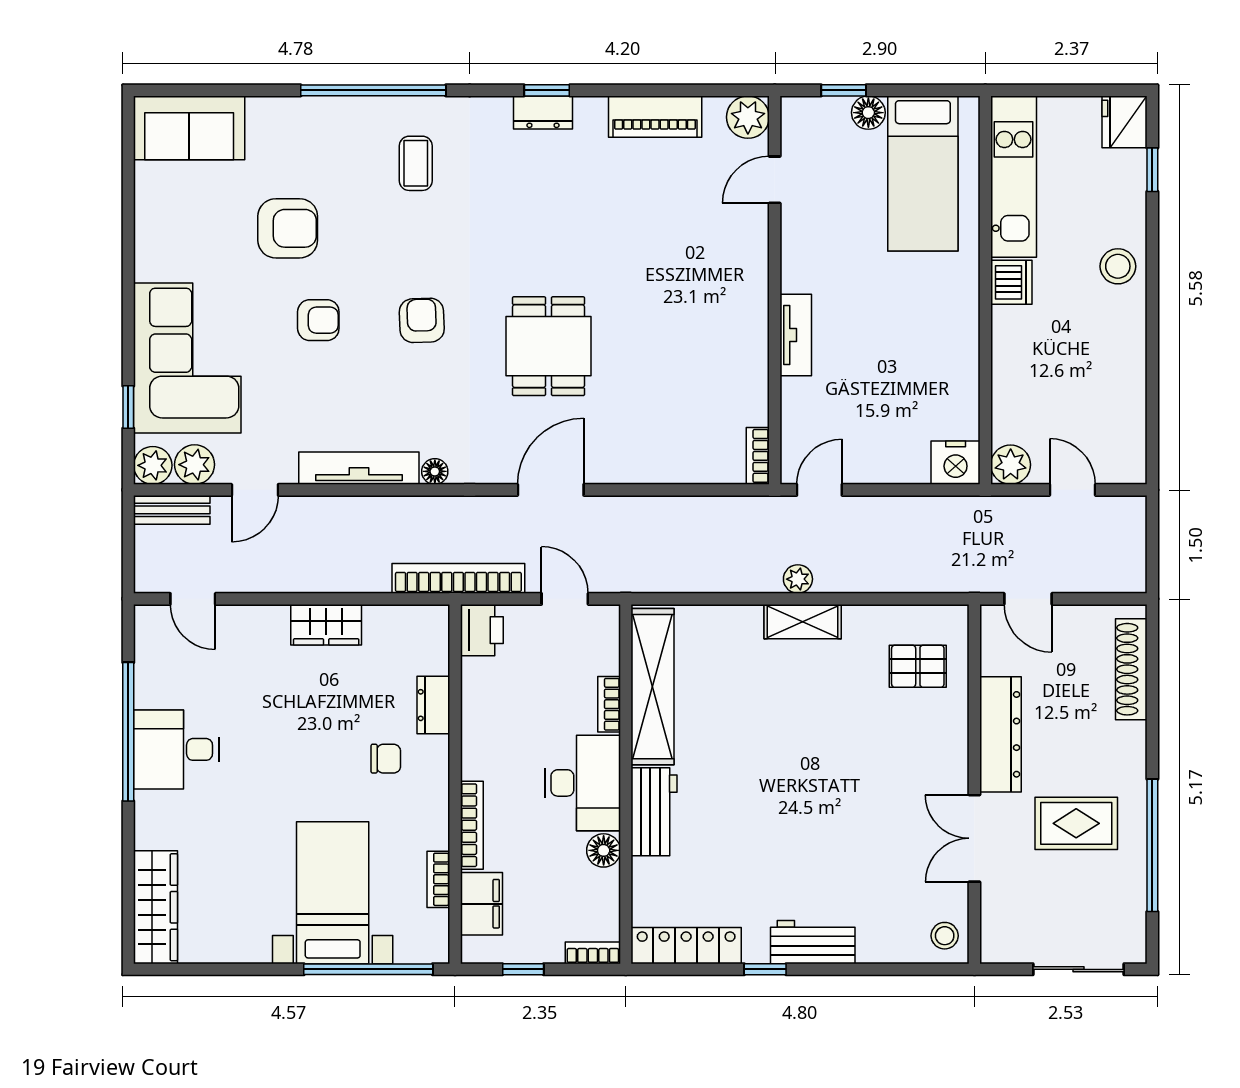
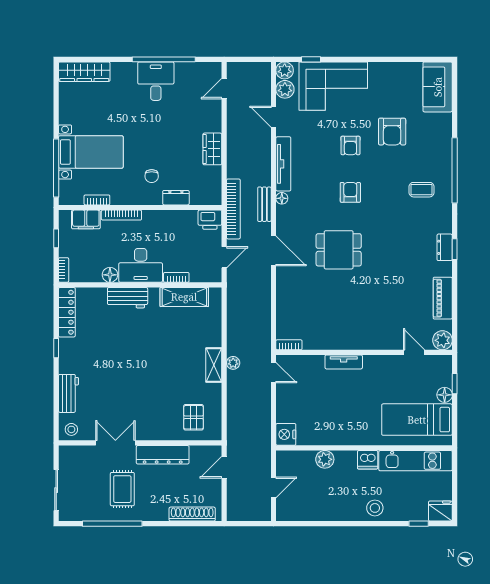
armchair: (422, 320) -> (350, 192), turned -88
plant: (1011, 465) -> (325, 459), moved
bench: (172, 510) -> (264, 204), moved
shelving: (653, 687) -> (184, 297), width x0.68
workbench: (813, 942) -> (68, 393), moved

